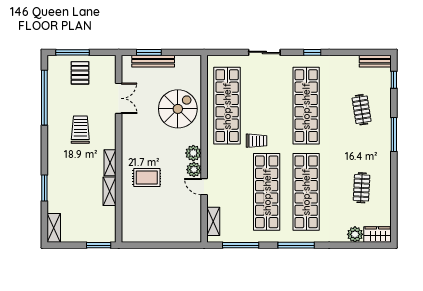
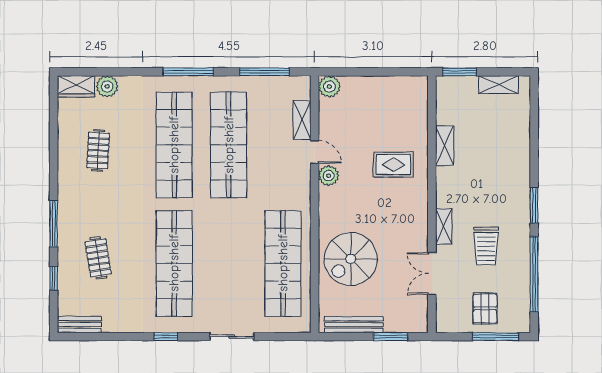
bench: (153, 61) -> (354, 325), moved
window: (394, 80) -> (54, 278), moved
trolley: (80, 130) -> (486, 246), moved
trolley: (256, 141) -> (243, 215), removed
plant: (193, 153) -> (329, 87), moved
shelving: (110, 163) -> (444, 226), moved
window: (44, 188) -> (534, 205), moved
shelving: (213, 221) -> (302, 120), moved
shelving: (54, 228) -> (498, 85), moved, turned 90

